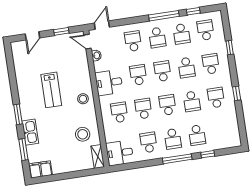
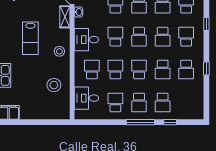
school desk: (162, 71) -> (139, 37), turned 180
school desk: (216, 98) -> (186, 70), turned 180
desk: (120, 153) -> (86, 98), moved
shelving: (98, 157) -> (65, 17), moved

